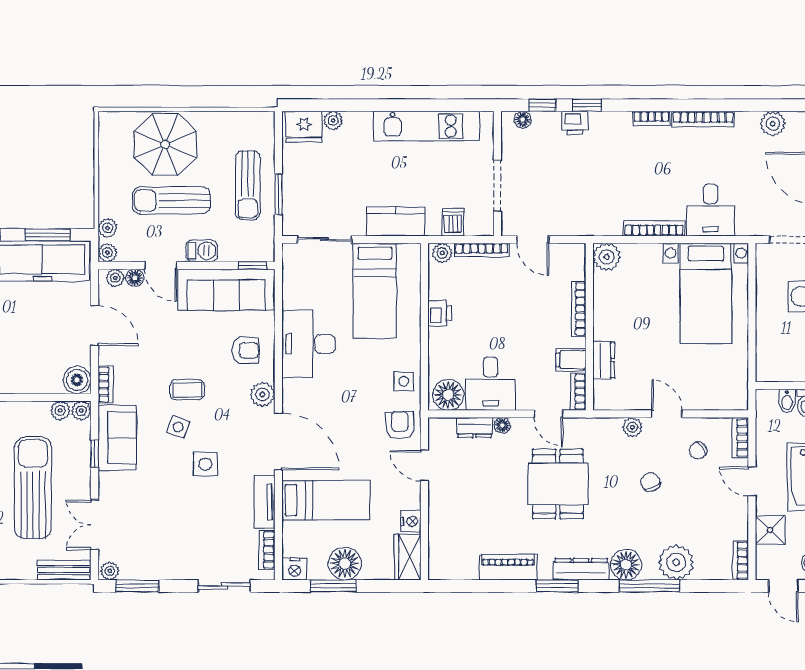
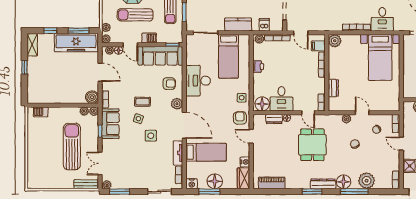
filing cabinet: (571, 360) -> (318, 46), moved
piano: (508, 567) -> (272, 183), moved

